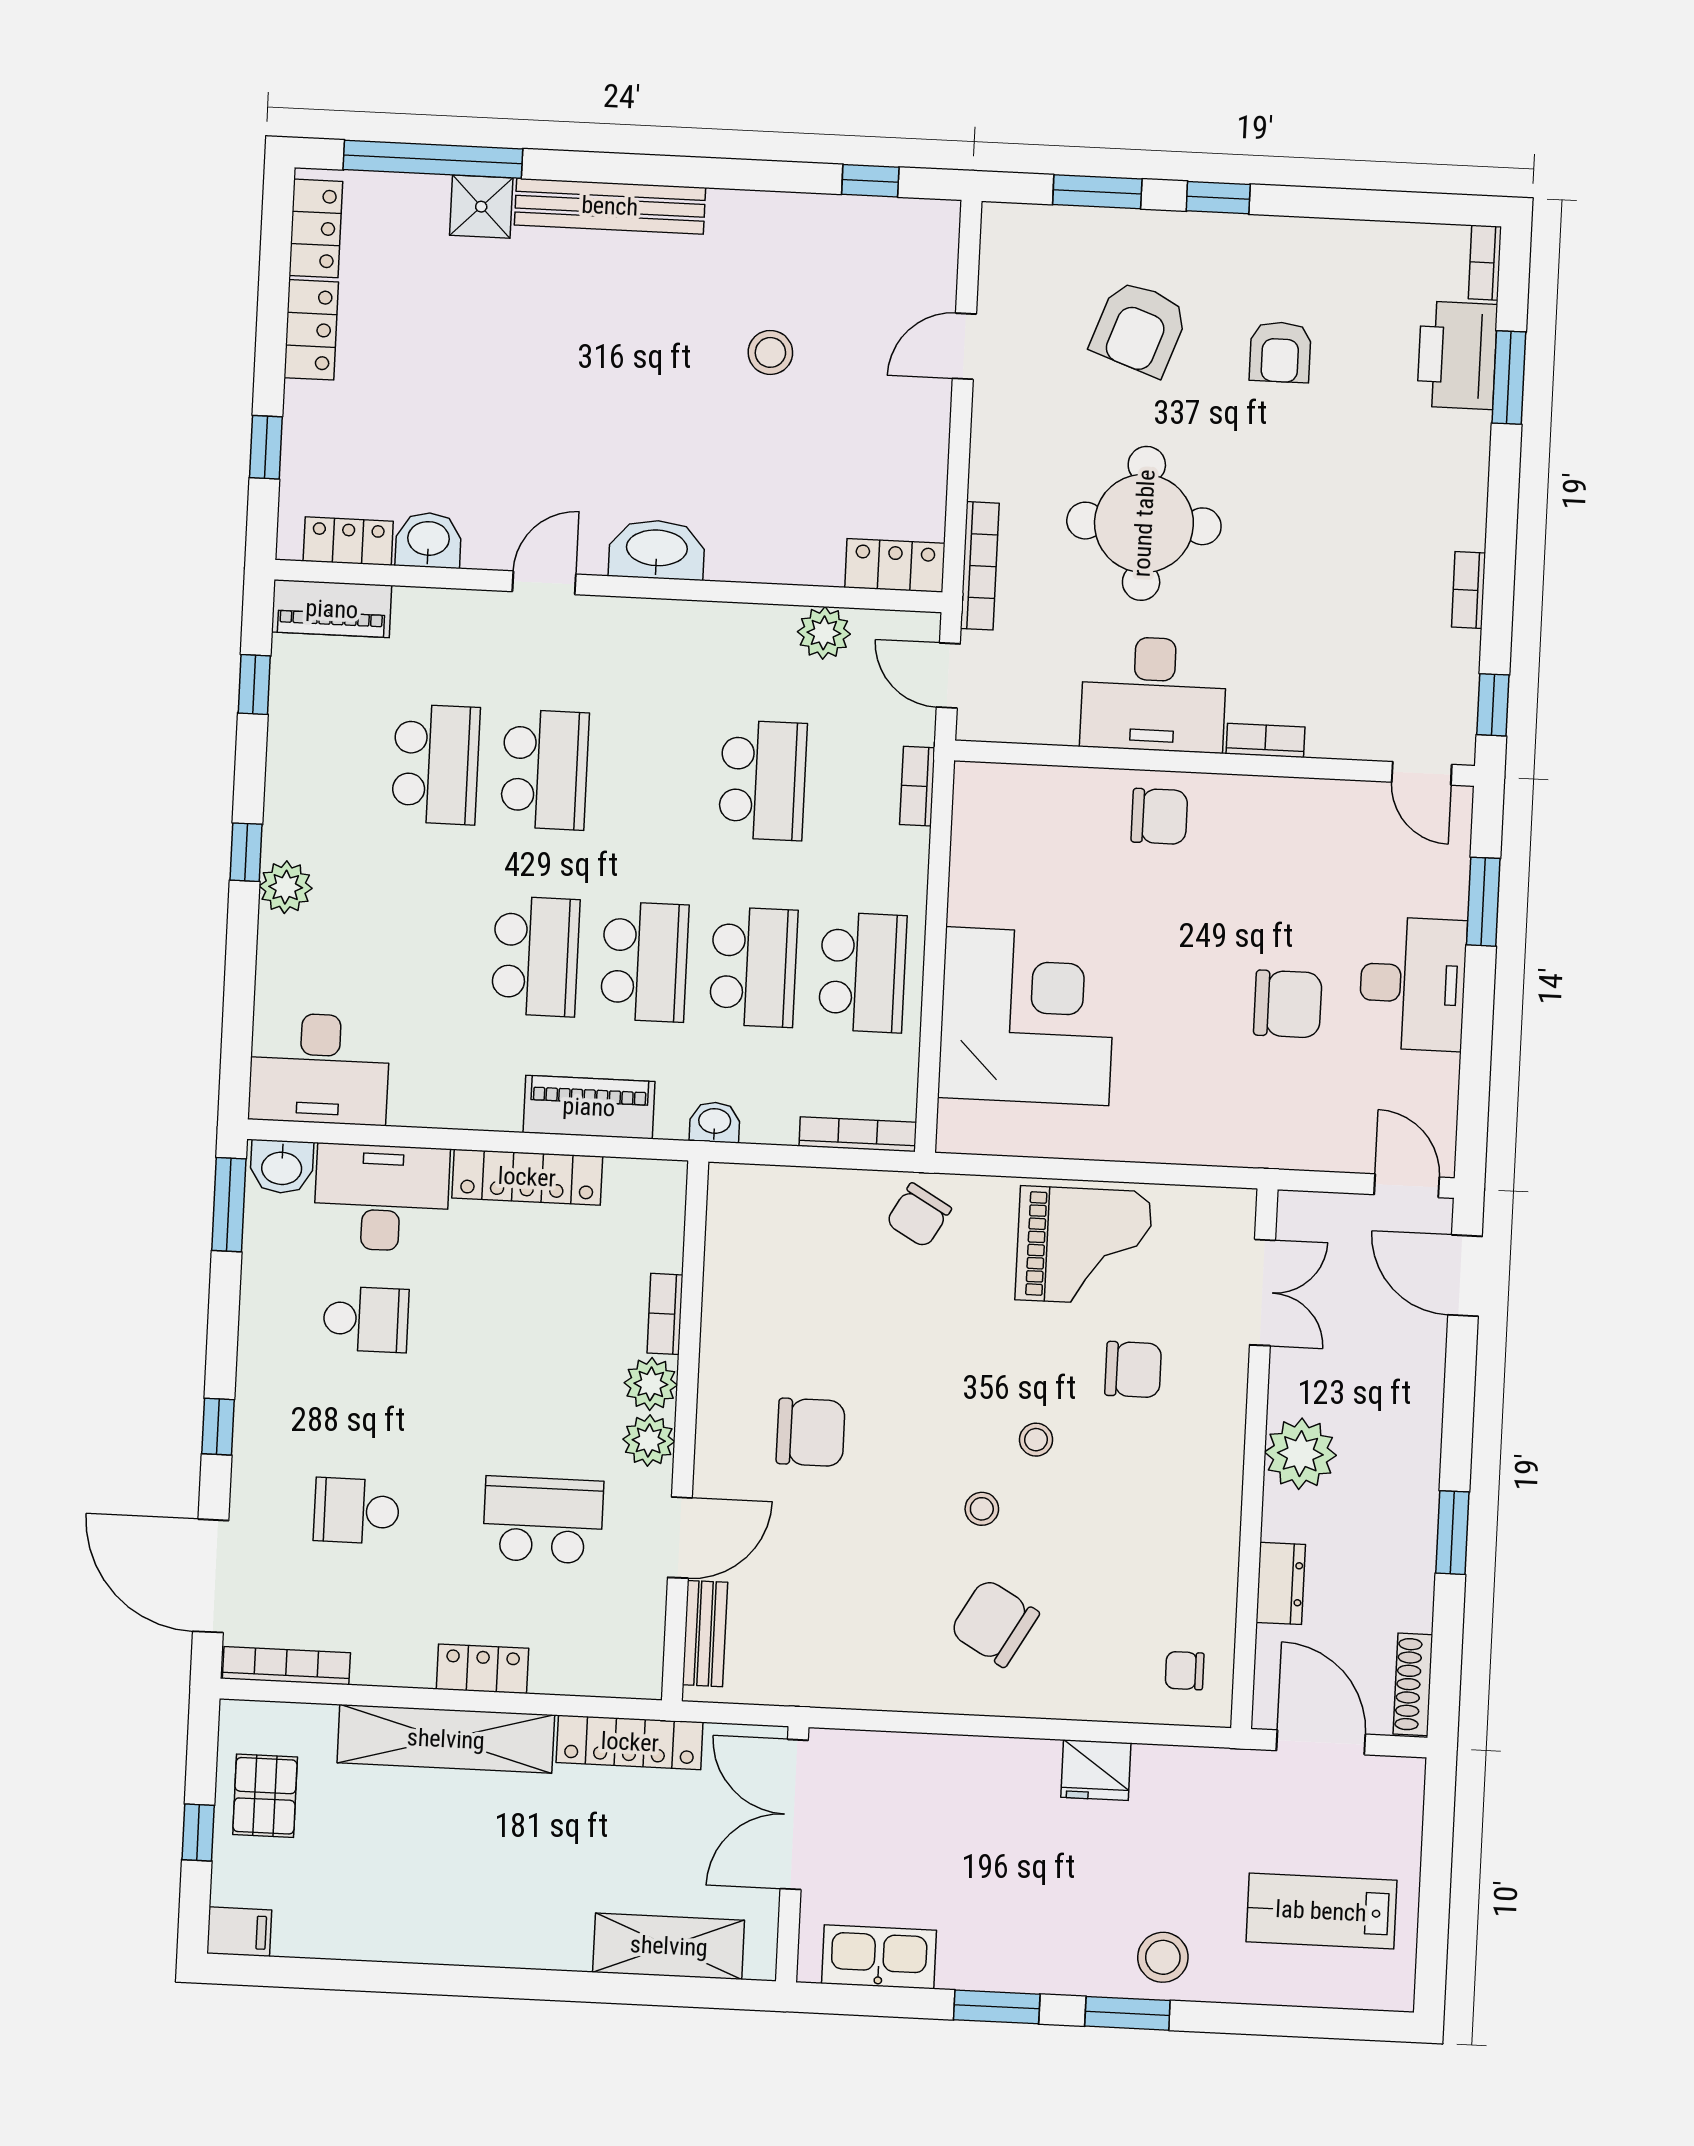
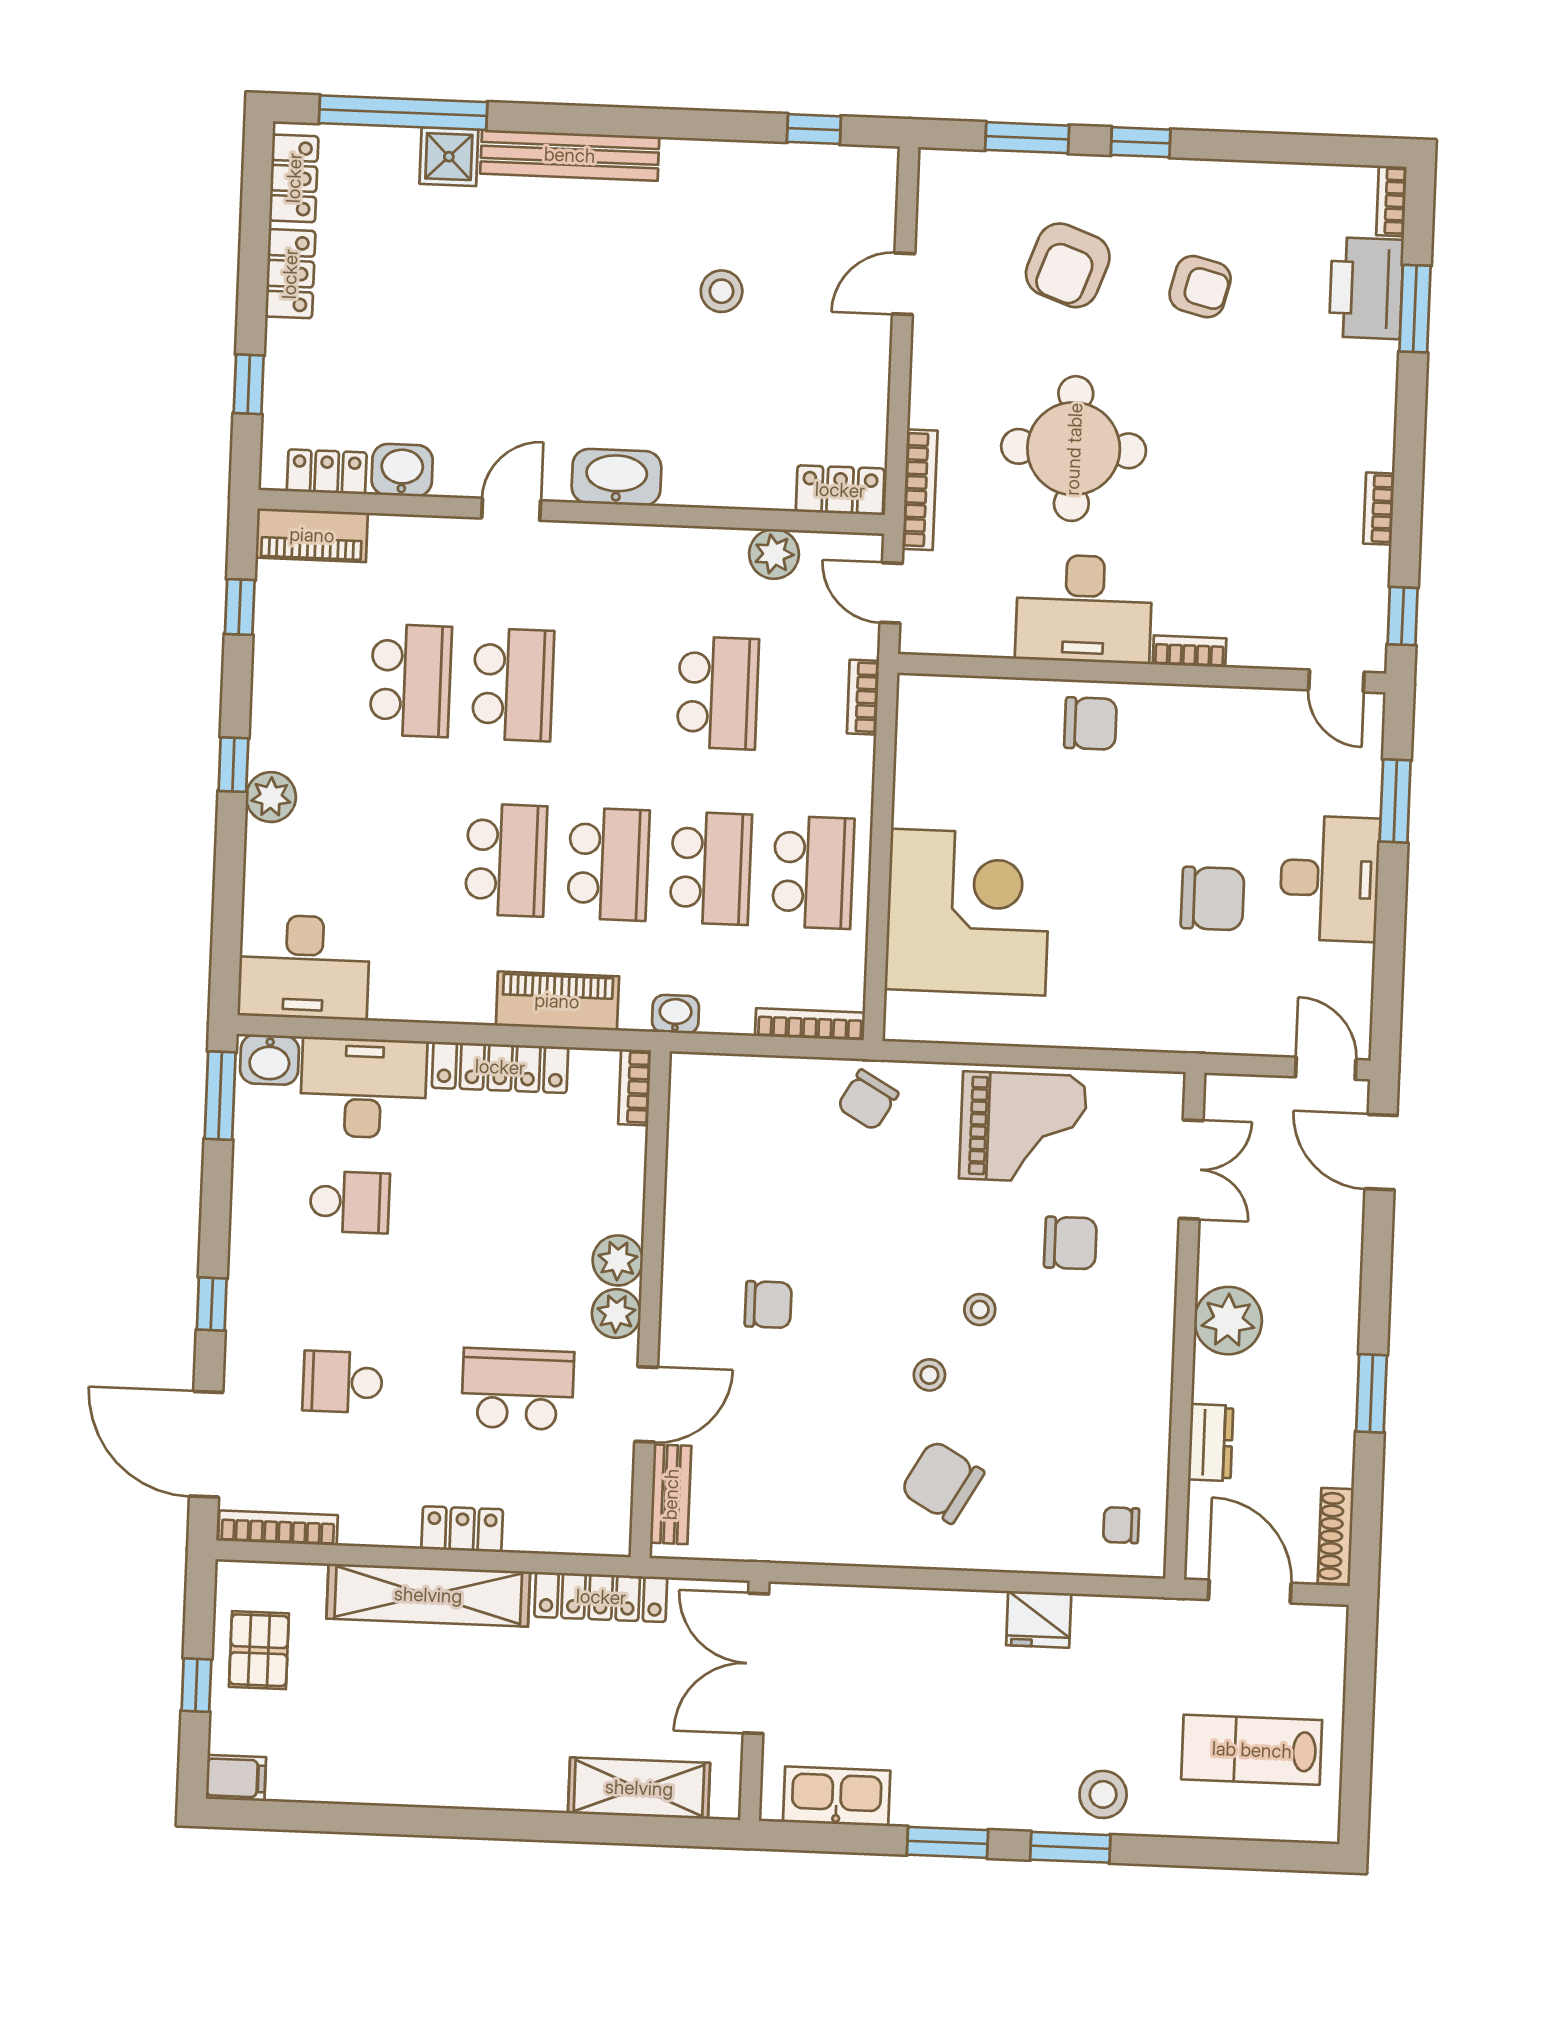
armchair: (1280, 352) -> (1200, 287), turned -76
bookcase: (665, 1314) -> (635, 1087), moved
chair: (811, 1432) -> (768, 1305), width x0.73, depth x0.73

